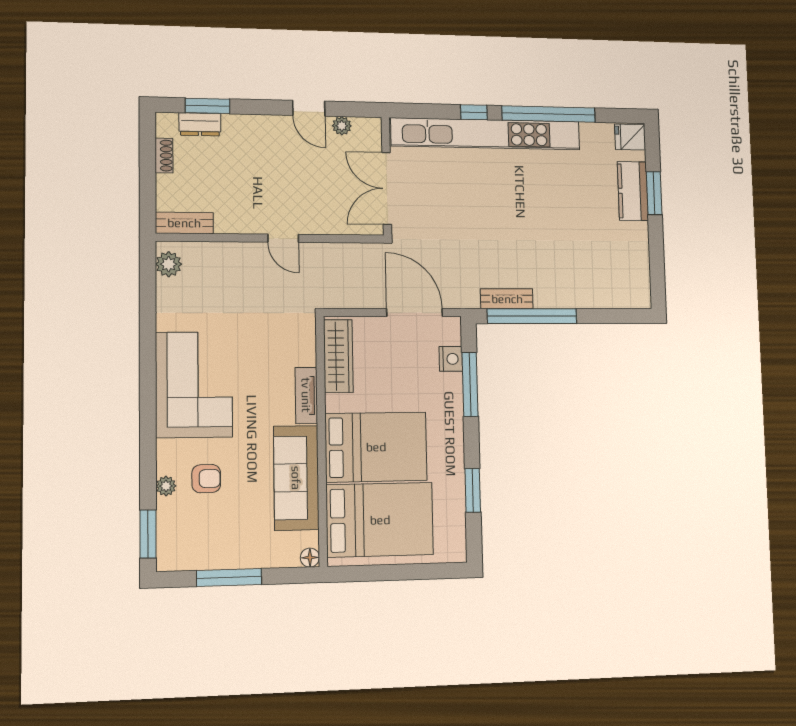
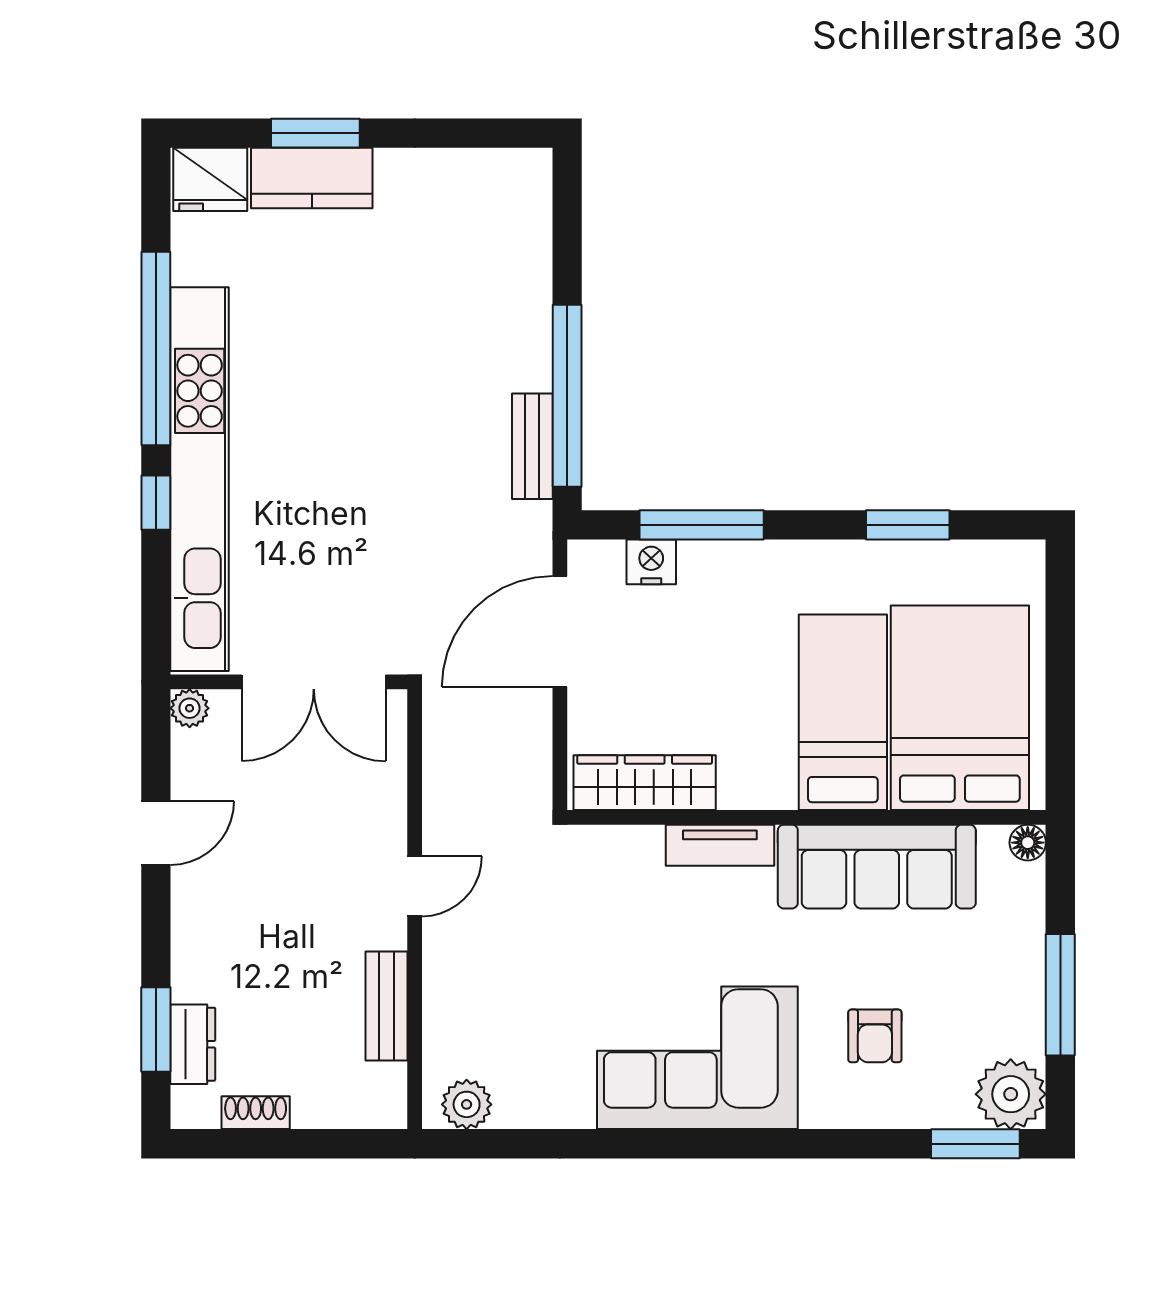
plant: (342, 126) -> (190, 708), moved
fridge: (630, 137) -> (210, 179), width x1.38
bench: (184, 223) -> (387, 1006), moved
bed: (376, 447) -> (843, 712), width x0.67
armchair: (206, 479) -> (875, 1036), turned 180
plant: (166, 486) -> (1011, 1094), moved, width x1.88, depth x1.88

